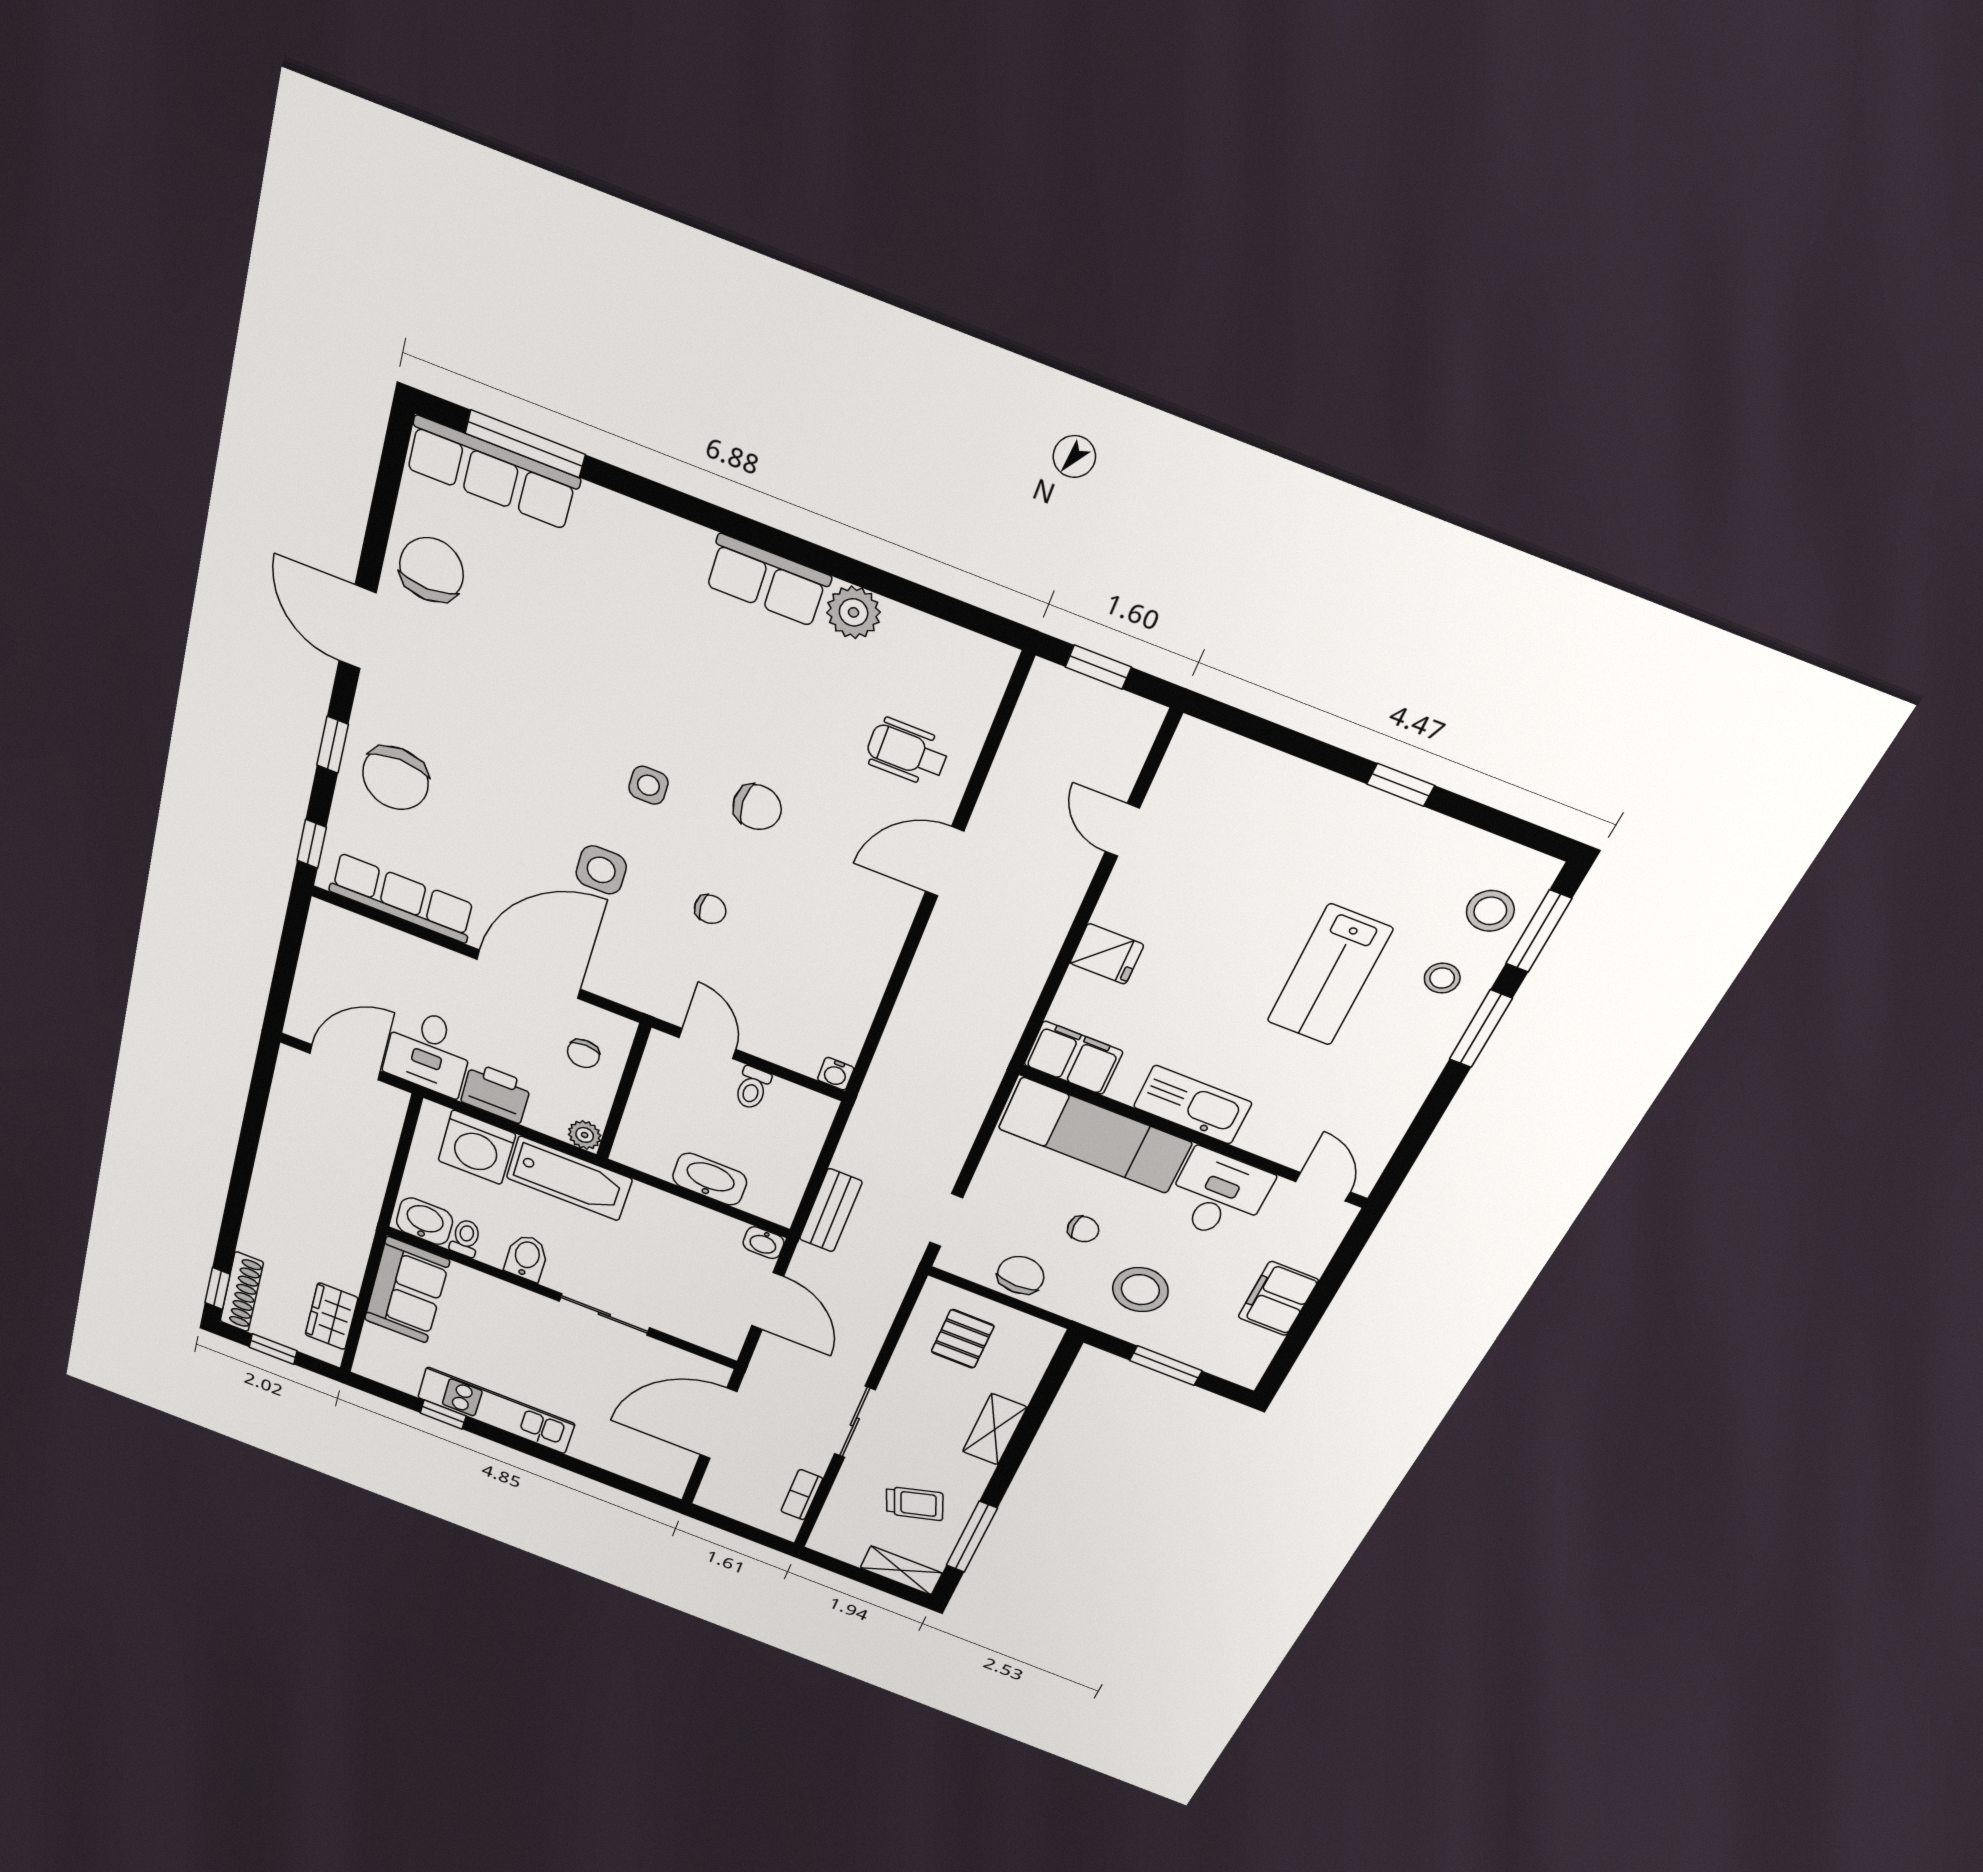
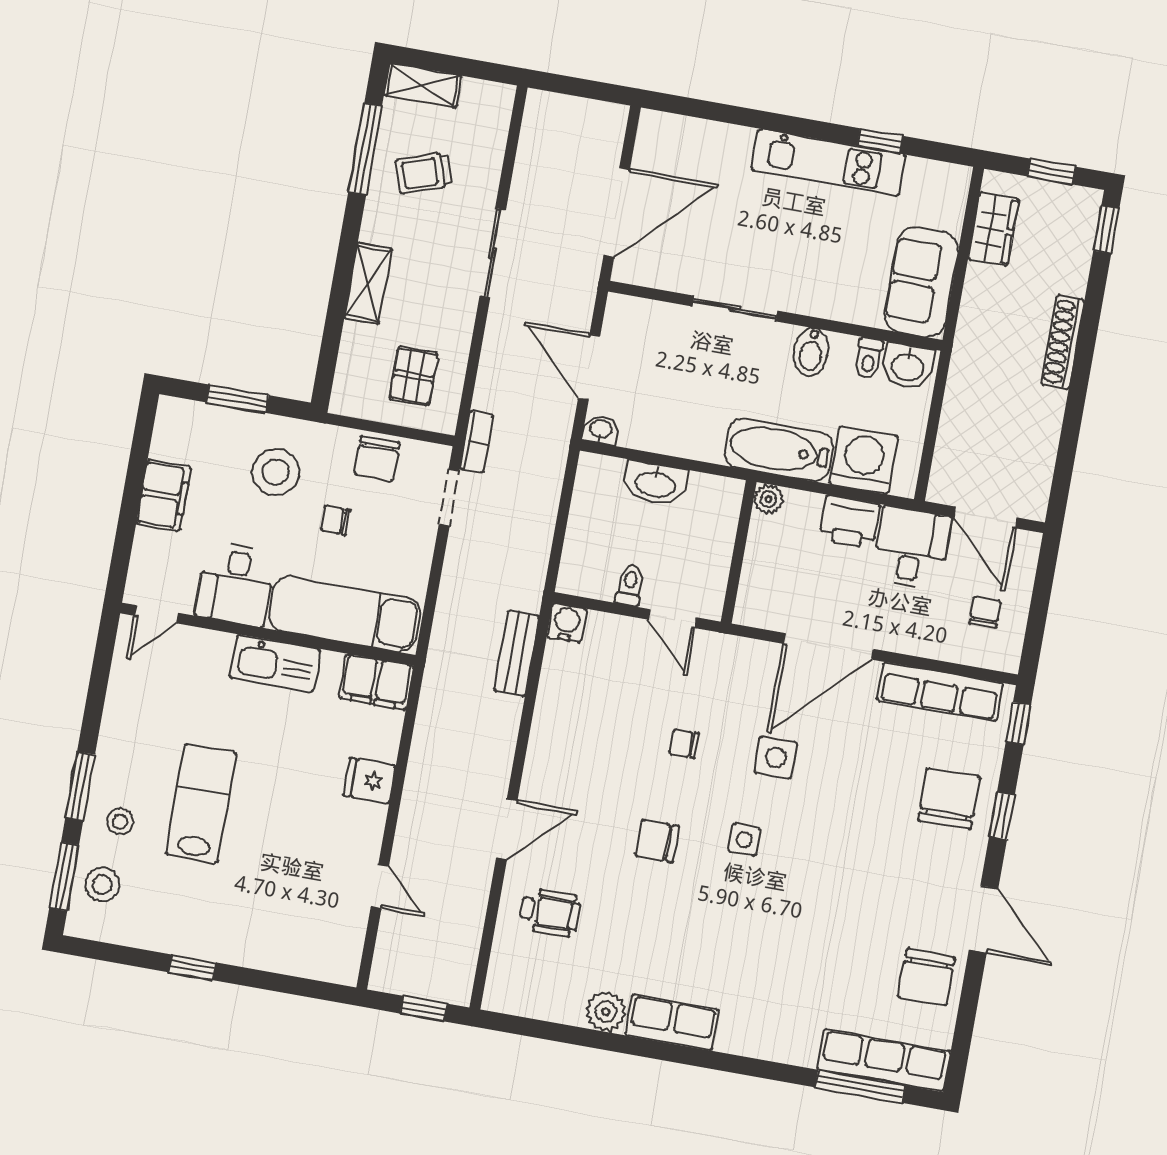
chair: (583, 1054) -> (985, 612), moved
door: (345, 1062) -> (986, 517), hinge flipped
water cooler: (836, 1074) -> (567, 623), width x1.38, depth x1.38
door: (1323, 1187) -> (157, 614), hinge flipped
bench: (831, 1210) -> (517, 653), moved
shoe rack: (242, 1292) -> (1063, 342), moved
bookcase: (802, 1495) -> (477, 442), moved

